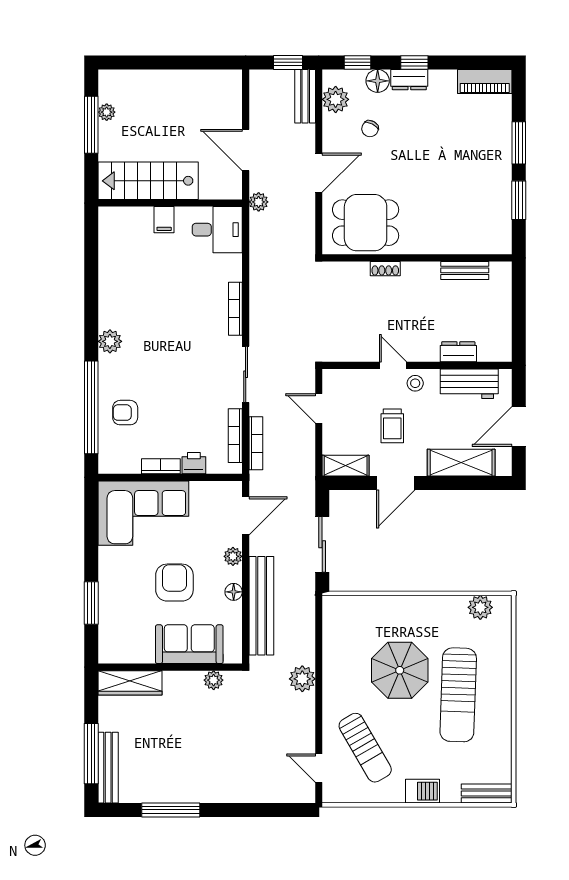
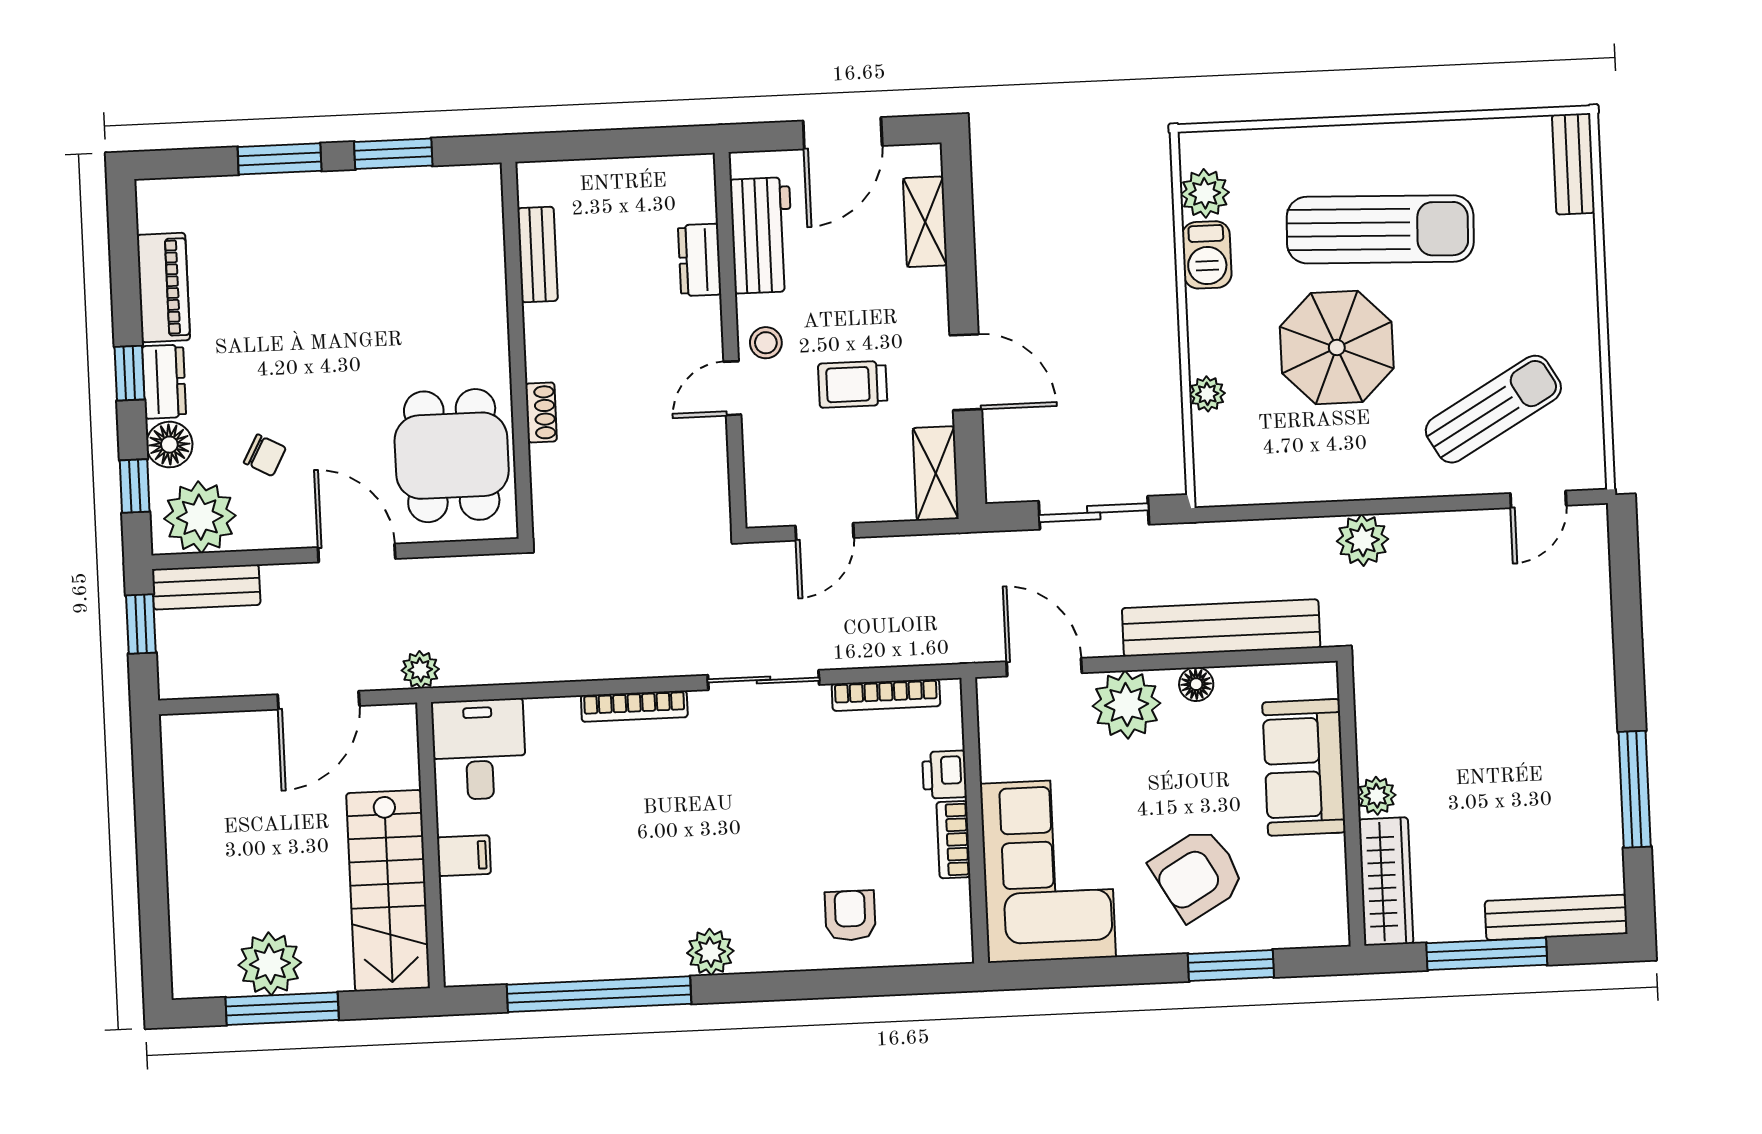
piano: (485, 81) -> (163, 288), moved
plant: (336, 99) -> (200, 517), width x1.36, depth x1.36
plant: (107, 112) -> (270, 964), width x1.87, depth x1.87
window: (91, 407) -> (599, 994), moved
armchair: (125, 413) -> (850, 916), turned 180
trolley: (392, 426) -> (853, 384), turned 180
door: (519, 427) -> (843, 133), hinge flipped
bookcase: (256, 443) -> (899, 653), removed
shelving: (461, 463) -> (925, 222), width x0.67, depth x0.75
plant: (233, 556) -> (1126, 705), width x1.87, depth x1.87
armchair: (174, 583) -> (1197, 874), moved, turned -30
plant: (379, 604) -> (1207, 394), added
plant: (214, 680) -> (1377, 796), moved
window: (91, 754) -> (1487, 954), moved
barbecue: (422, 791) -> (1207, 255), moved, turned 180

